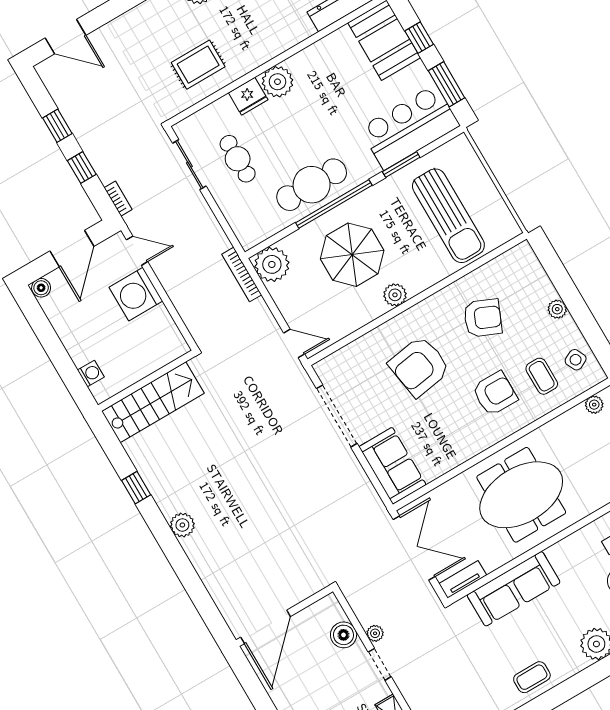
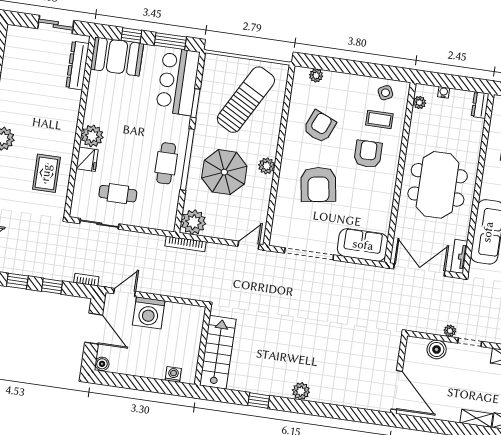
cafe table: (312, 185) -> (166, 163), width x0.73, depth x0.74
sun lounger: (448, 216) -> (246, 100), turned -61
plant: (557, 309) -> (316, 76), moved

